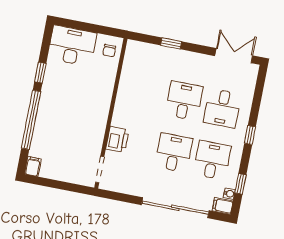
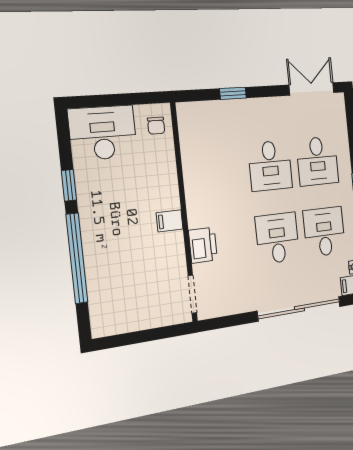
desk: (184, 101) -> (270, 166), turned 180
filing cabinet: (33, 167) -> (170, 221), moved, turned -90

